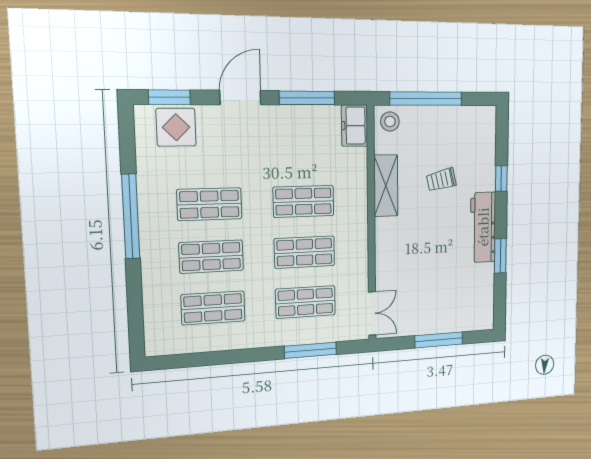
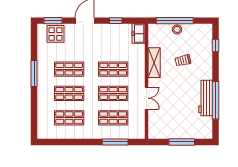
window: (307, 98) -> (116, 21), width x0.46
stool: (390, 122) -> (177, 29), moved
window: (501, 179) -> (215, 46), moved
window: (131, 216) -> (34, 74), width x0.68
workbench: (483, 227) -> (206, 98), moved
window: (500, 256) -> (215, 100), width x2.11
double door: (372, 313) -> (147, 98), moved

